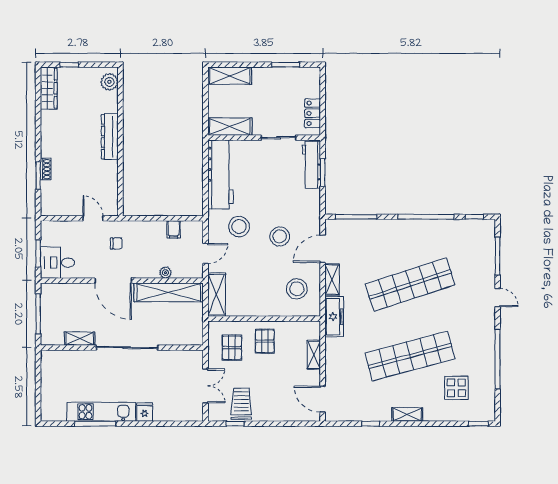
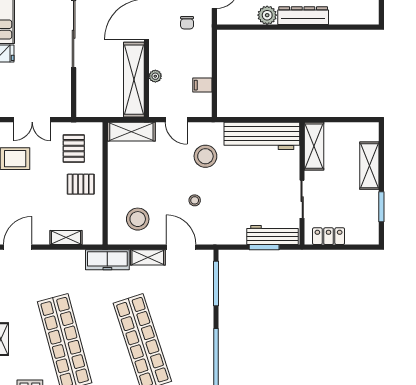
shelving: (230, 76) -> (369, 166), moved
plant: (109, 82) -> (267, 15), moved
stool: (280, 236) -> (195, 200), width x0.53, depth x0.53
pallet: (232, 348) -> (74, 148), turned 90

